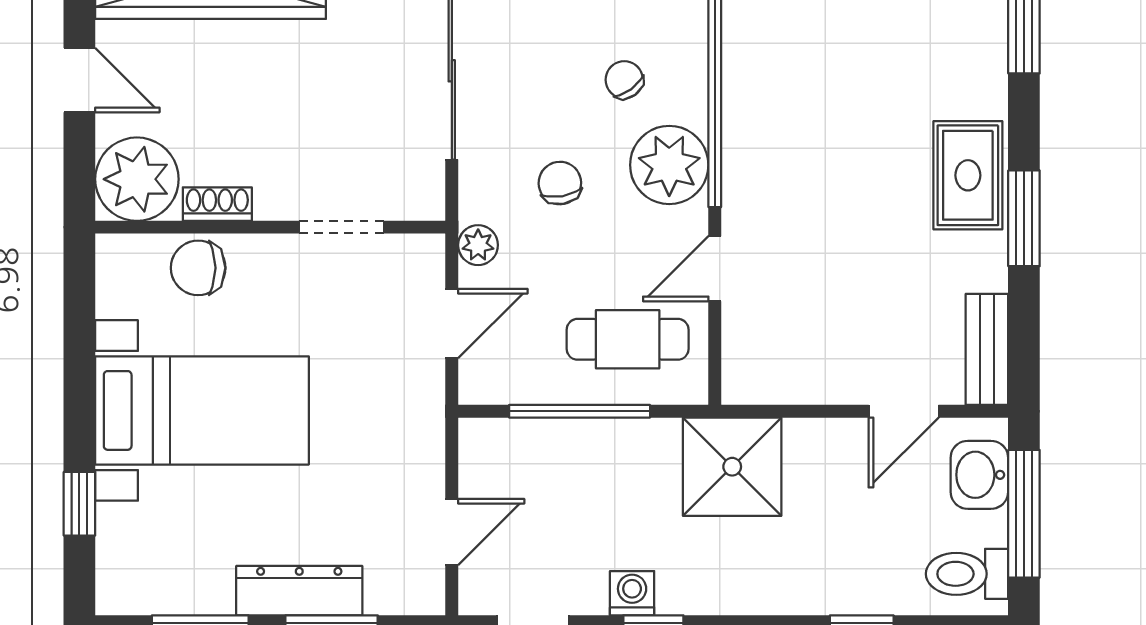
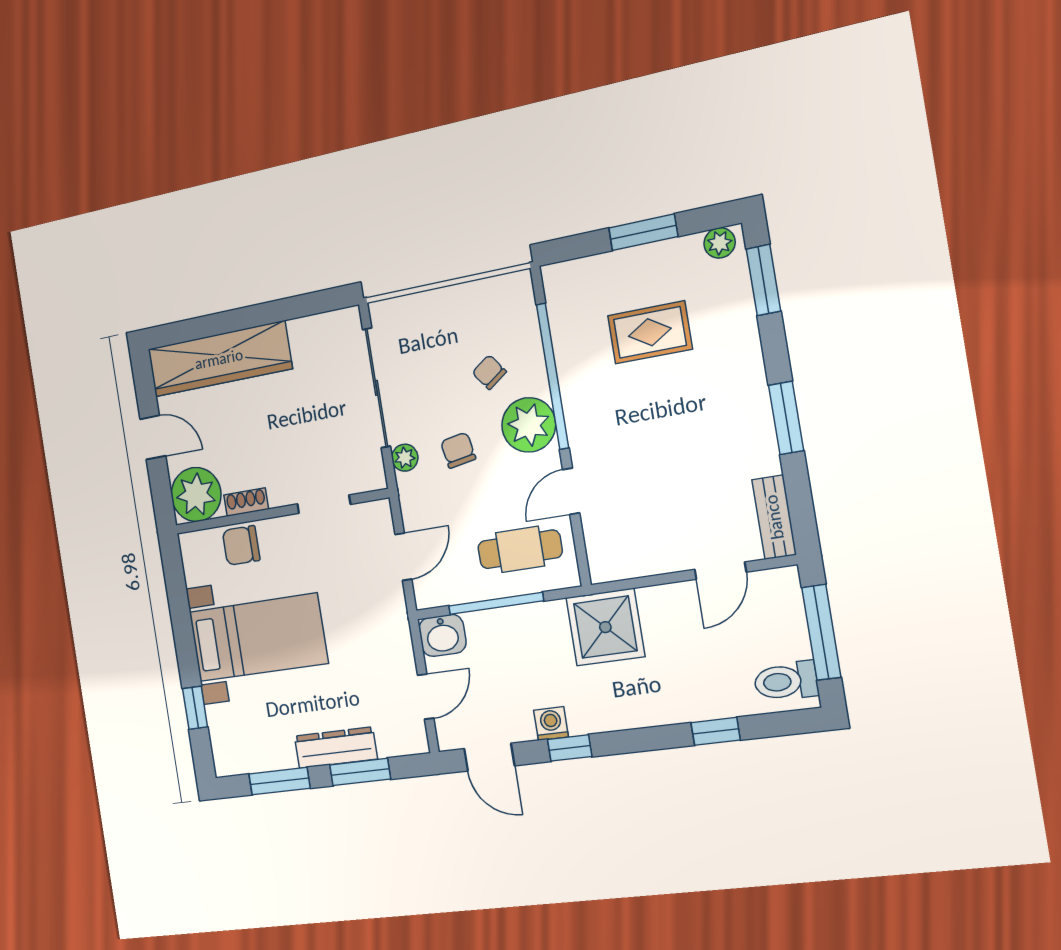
rug: (968, 175) -> (650, 332), moved, turned 90
plant: (478, 245) -> (405, 458), moved
washbasin: (979, 475) -> (442, 635), moved, turned -90

